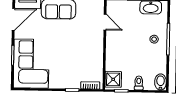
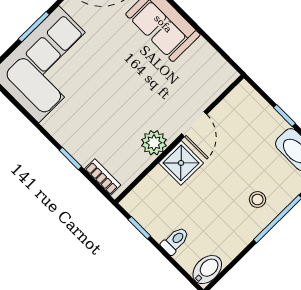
door: (105, 22) -> (194, 124), moved
plant: (97, 55) -> (154, 143), added
shower: (113, 79) -> (181, 163), moved

